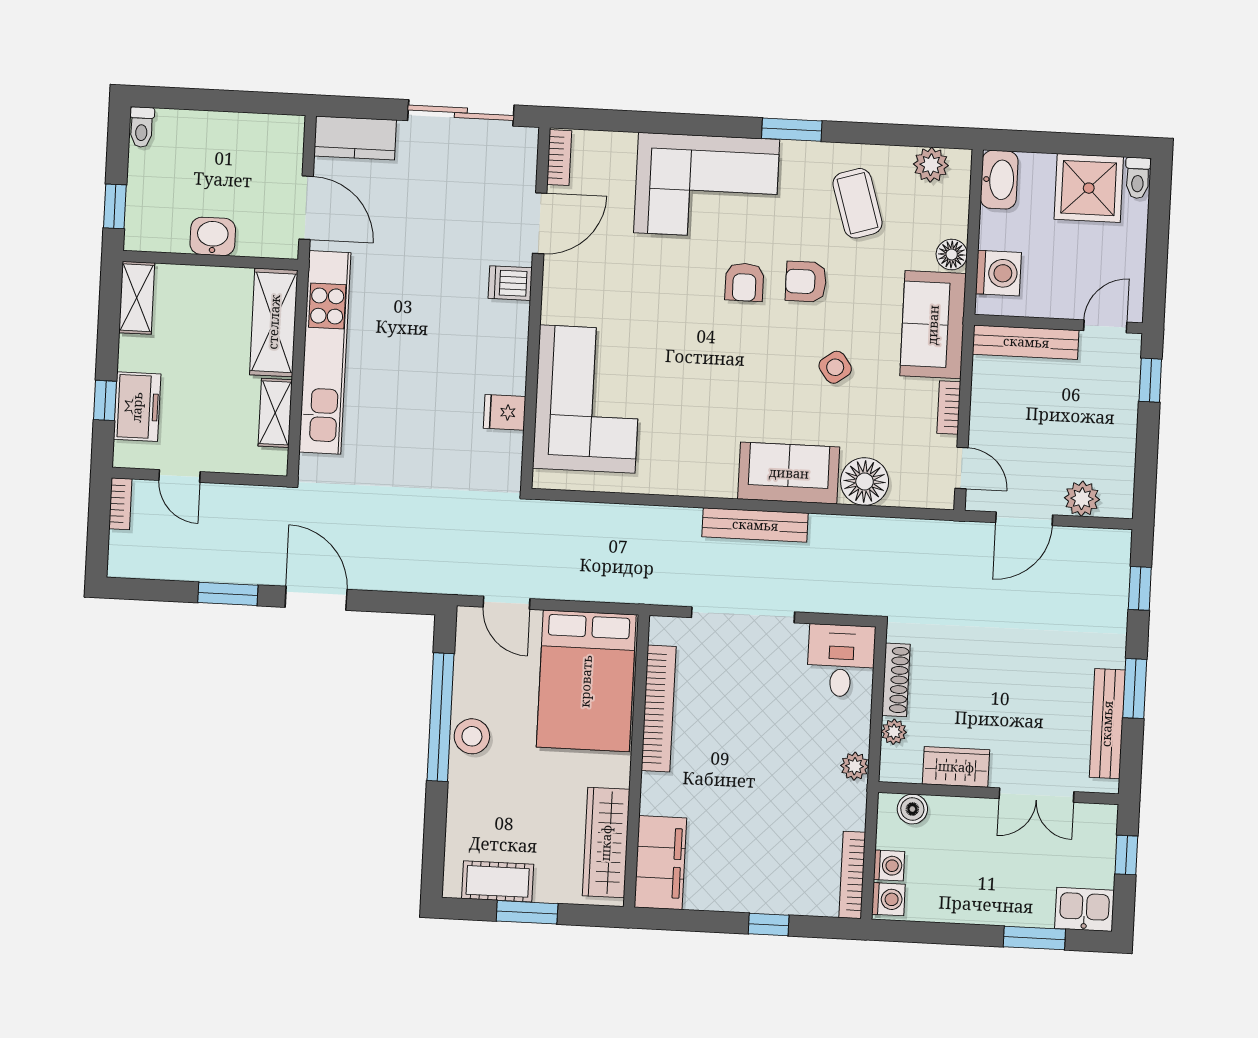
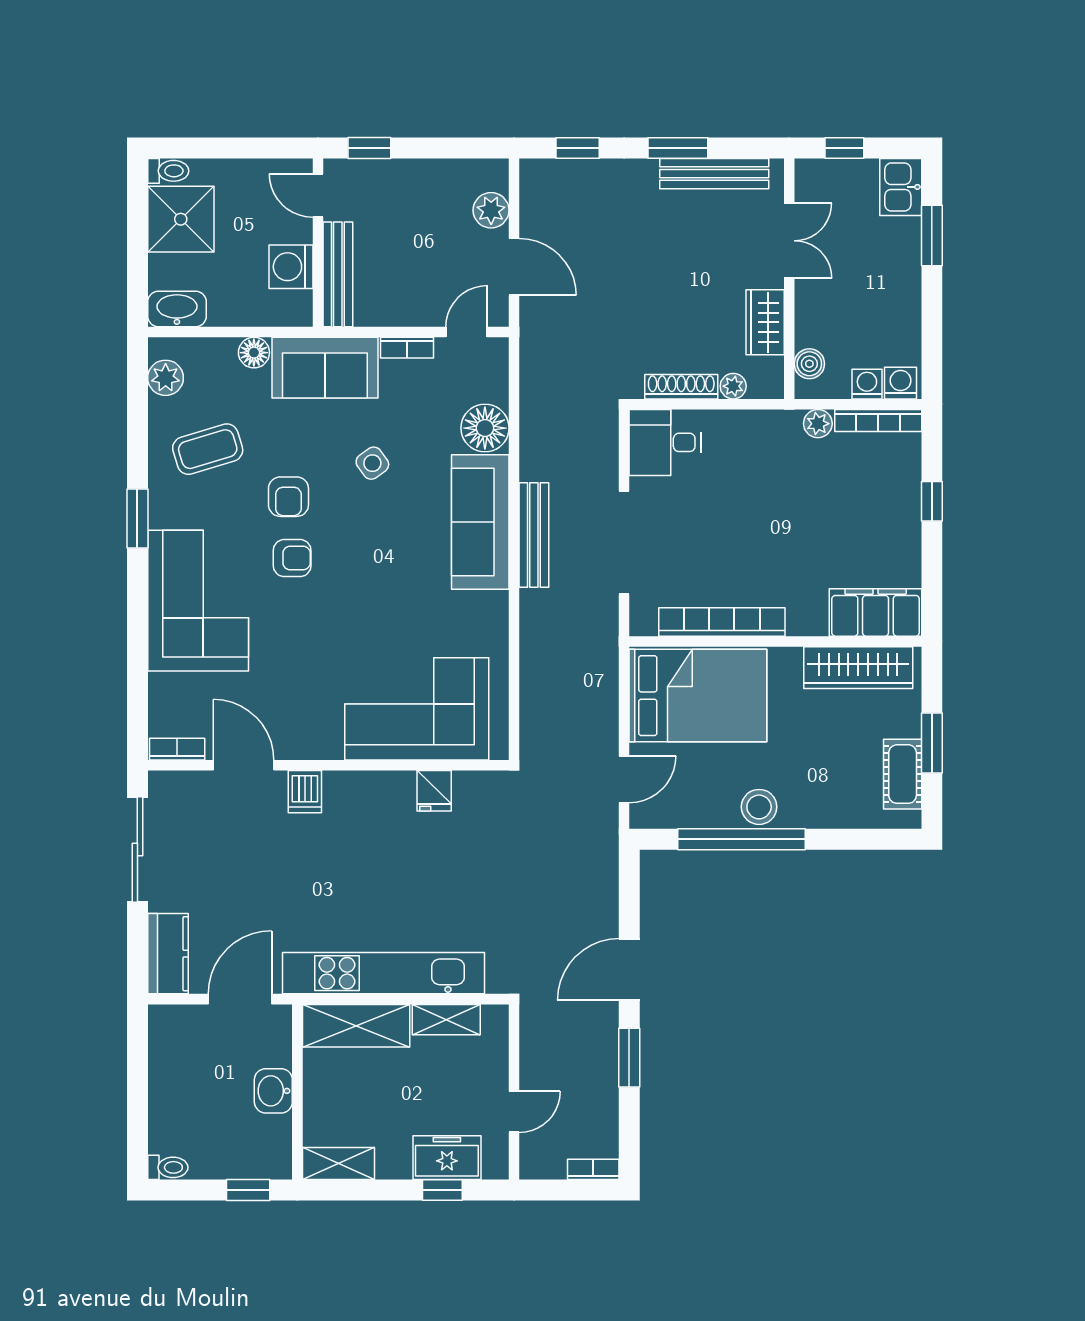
washing machine: (998, 273) -> (291, 267), moved, turned -90
sofa: (789, 473) -> (480, 522), width x1.36
bookcase: (120, 504) -> (593, 1169), moved
plant: (855, 766) -> (818, 424), moved

